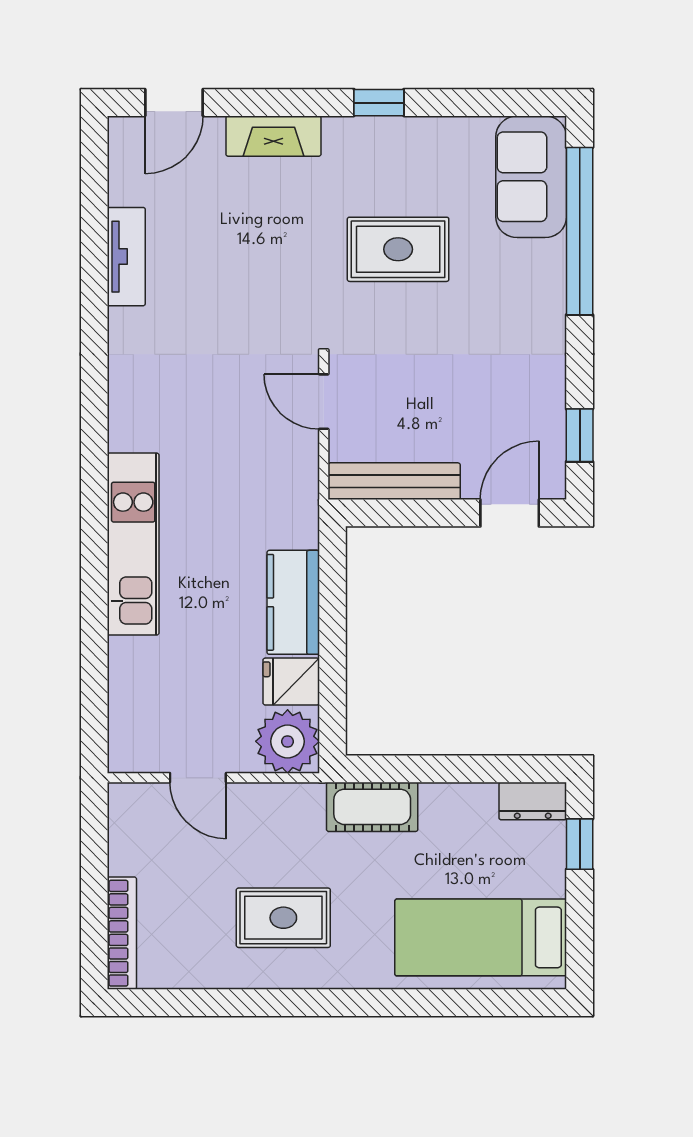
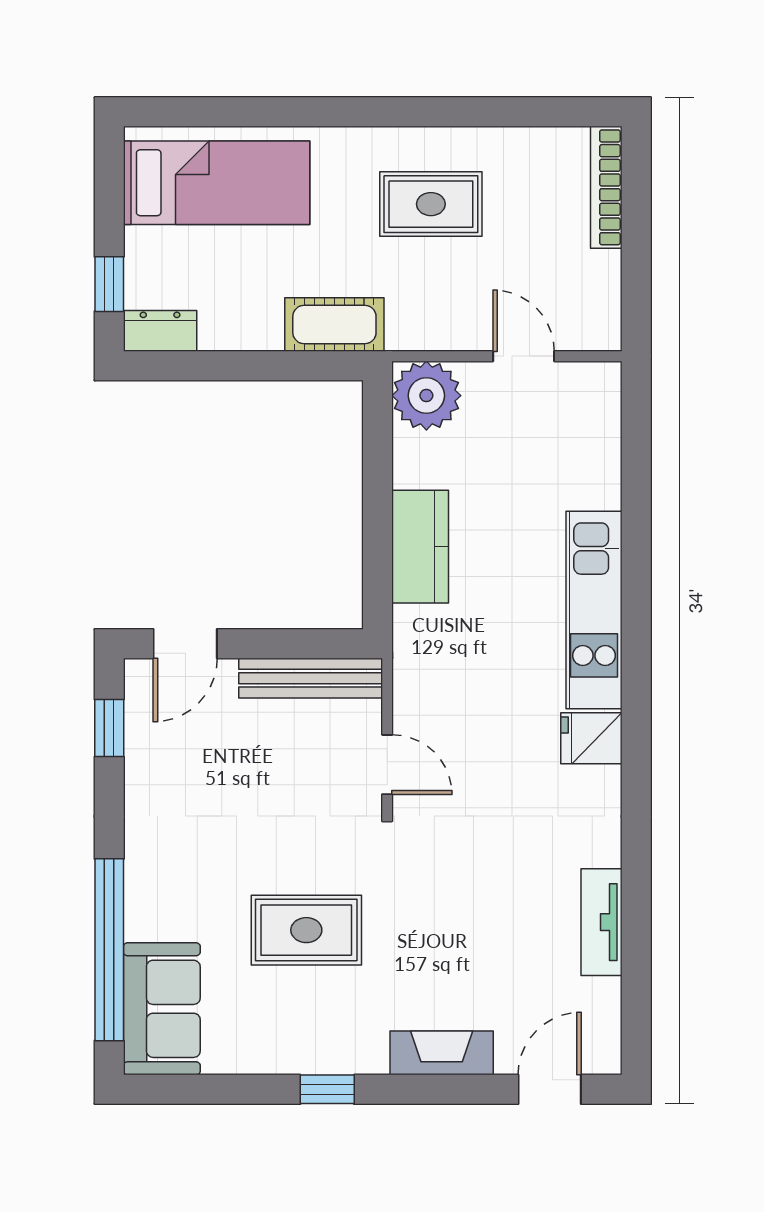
fridge: (291, 682) -> (591, 738), moved, turned 180

